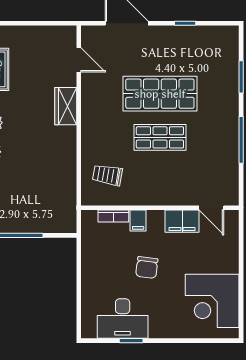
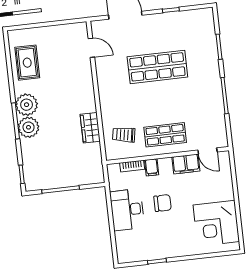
wardrobe: (66, 106) -> (90, 128), moved
shop shelf: (160, 137) -> (165, 135), moved
chair: (147, 267) -> (163, 203), turned -97
desk: (123, 319) -> (127, 210), moved, turned 90

